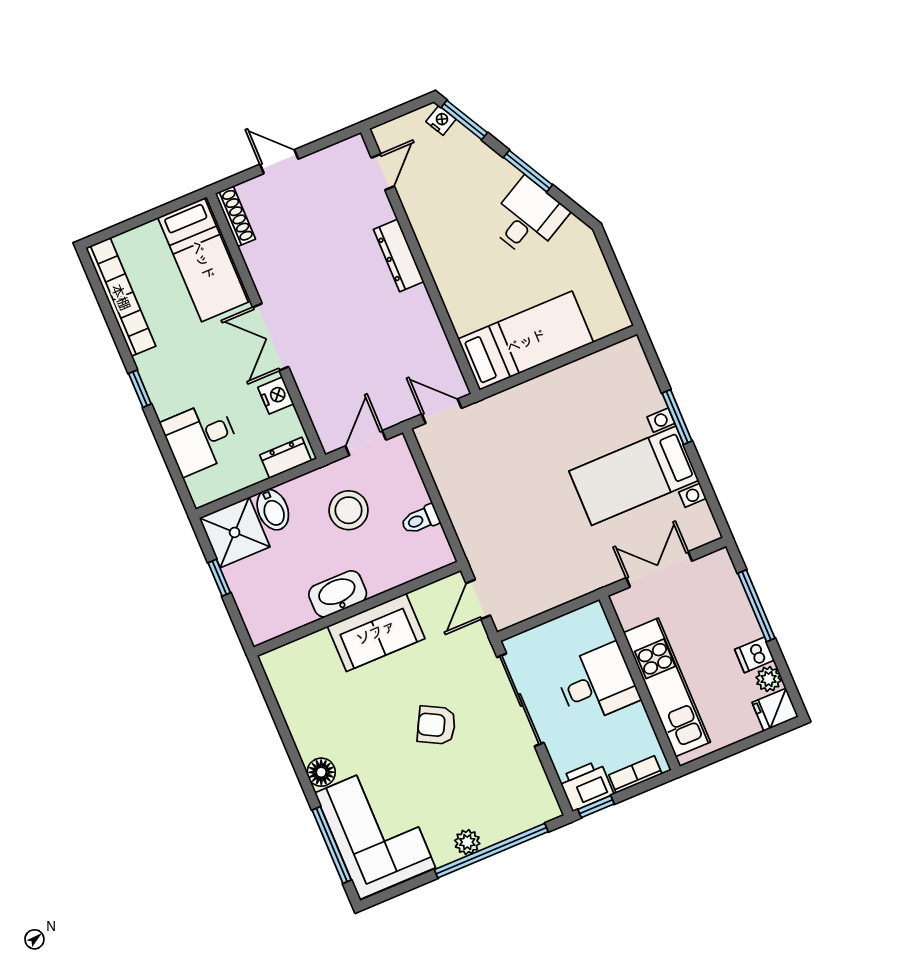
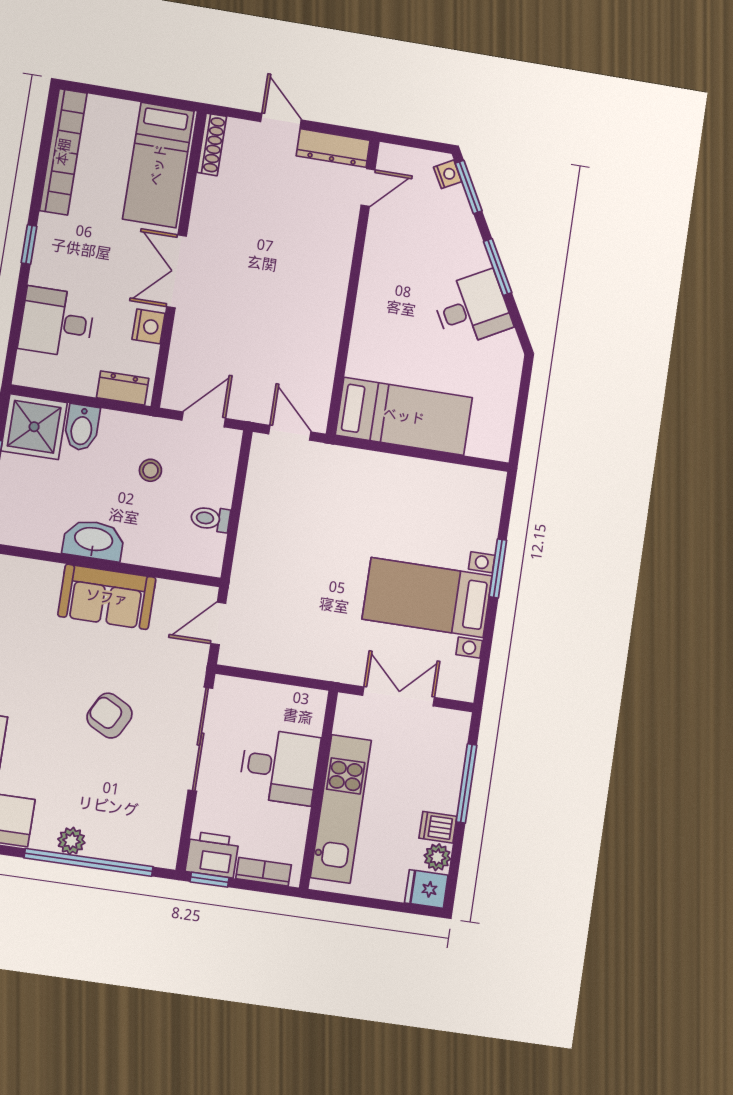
dresser: (399, 255) -> (333, 148), moved, turned -90
stool: (349, 510) -> (150, 470), width x0.53, depth x0.53

